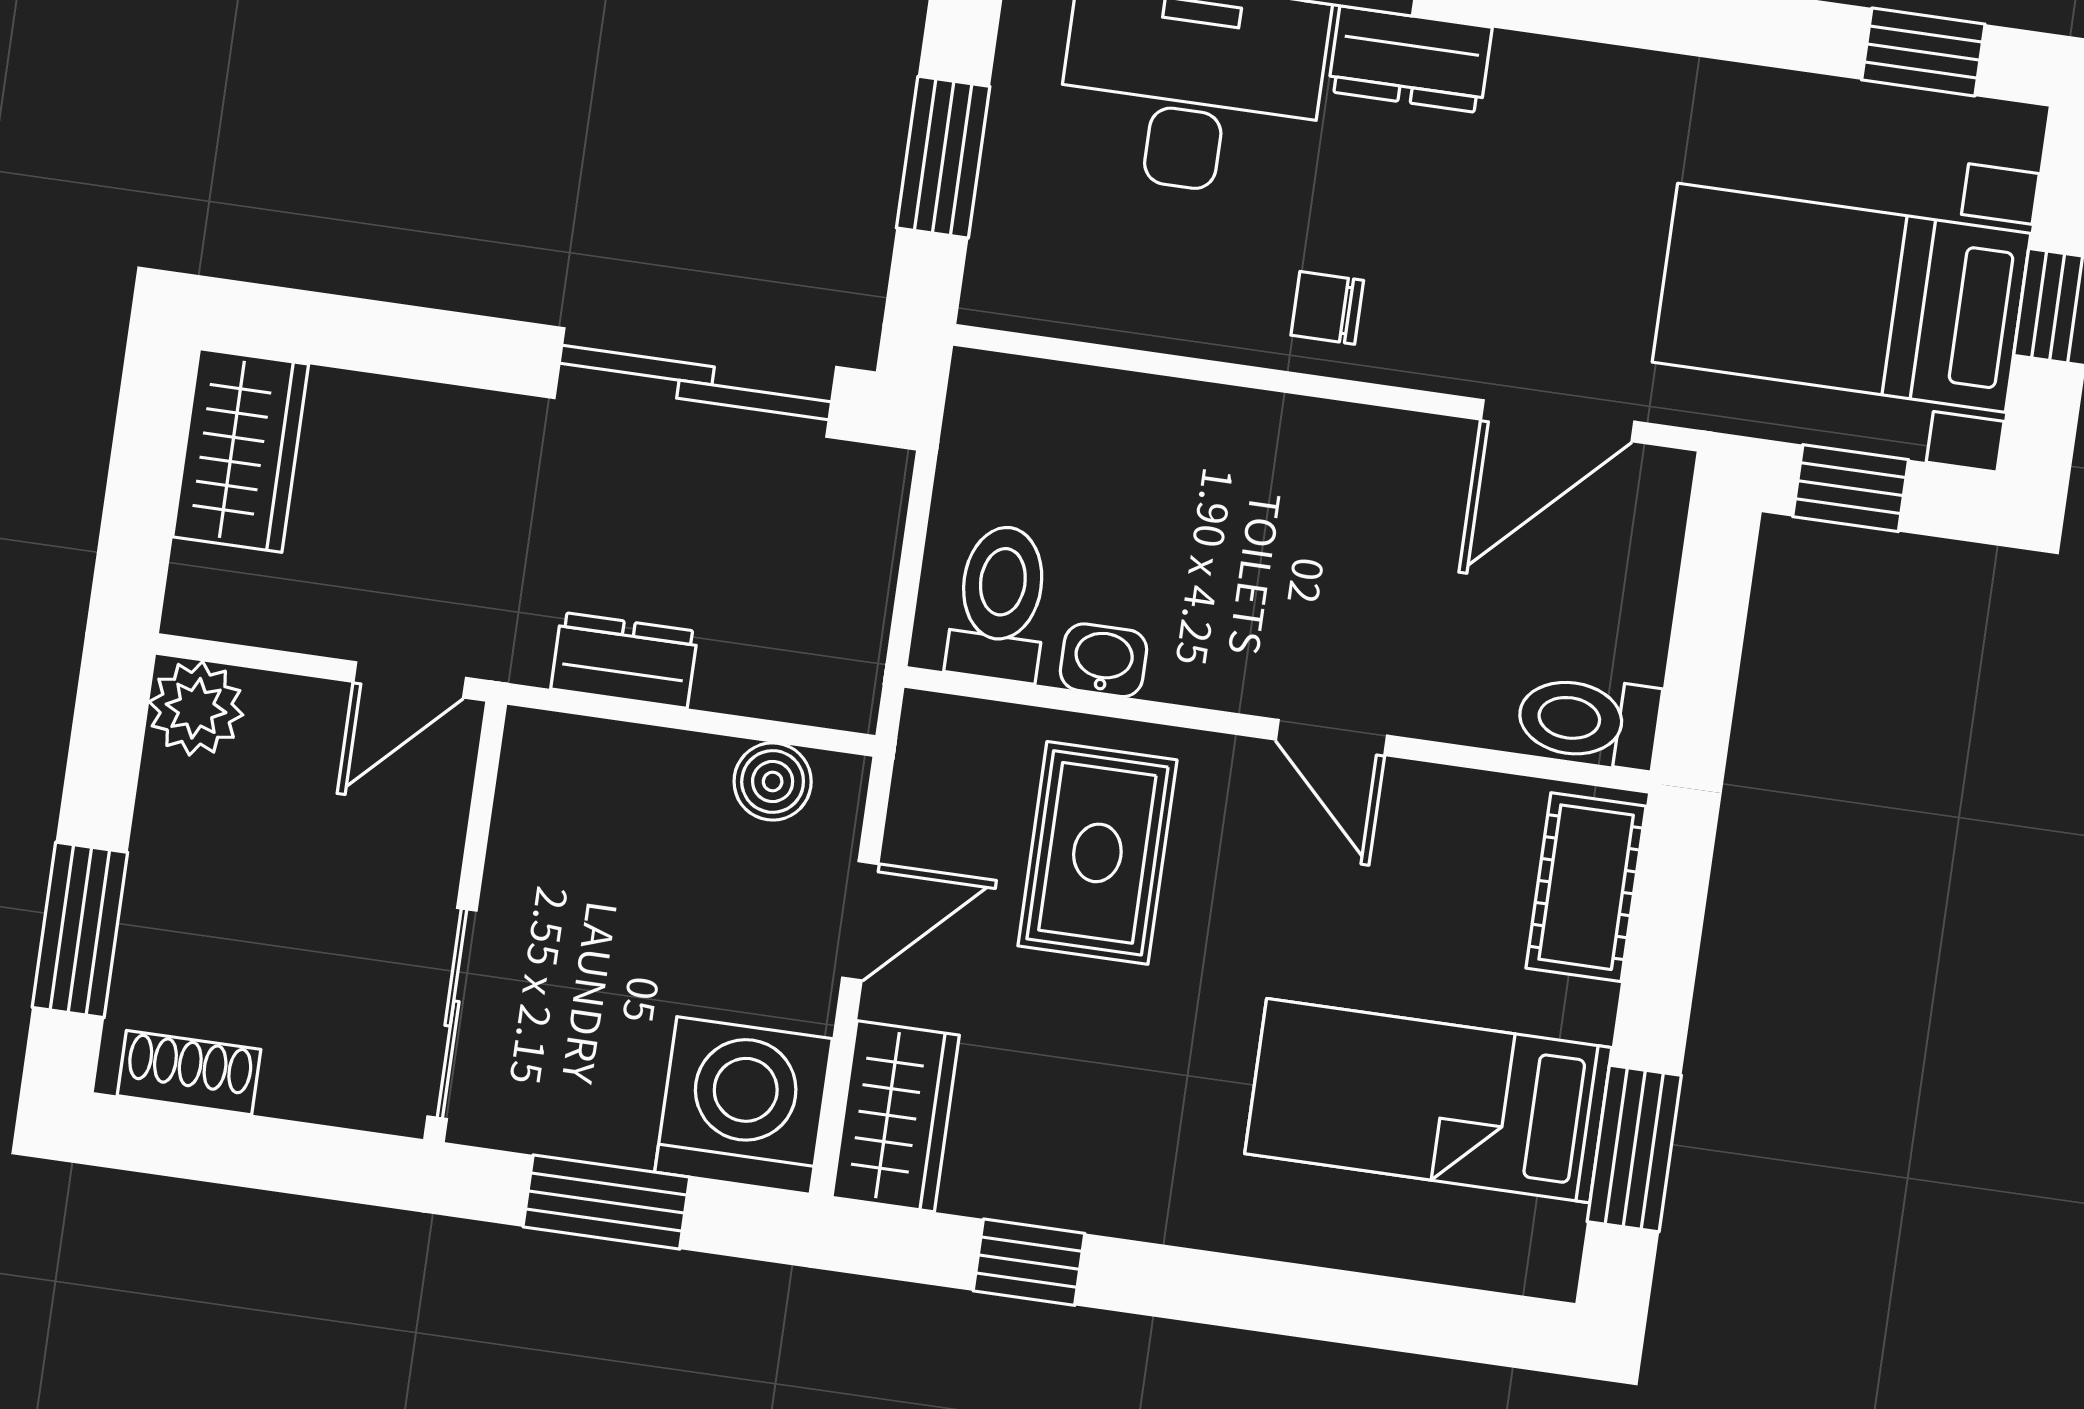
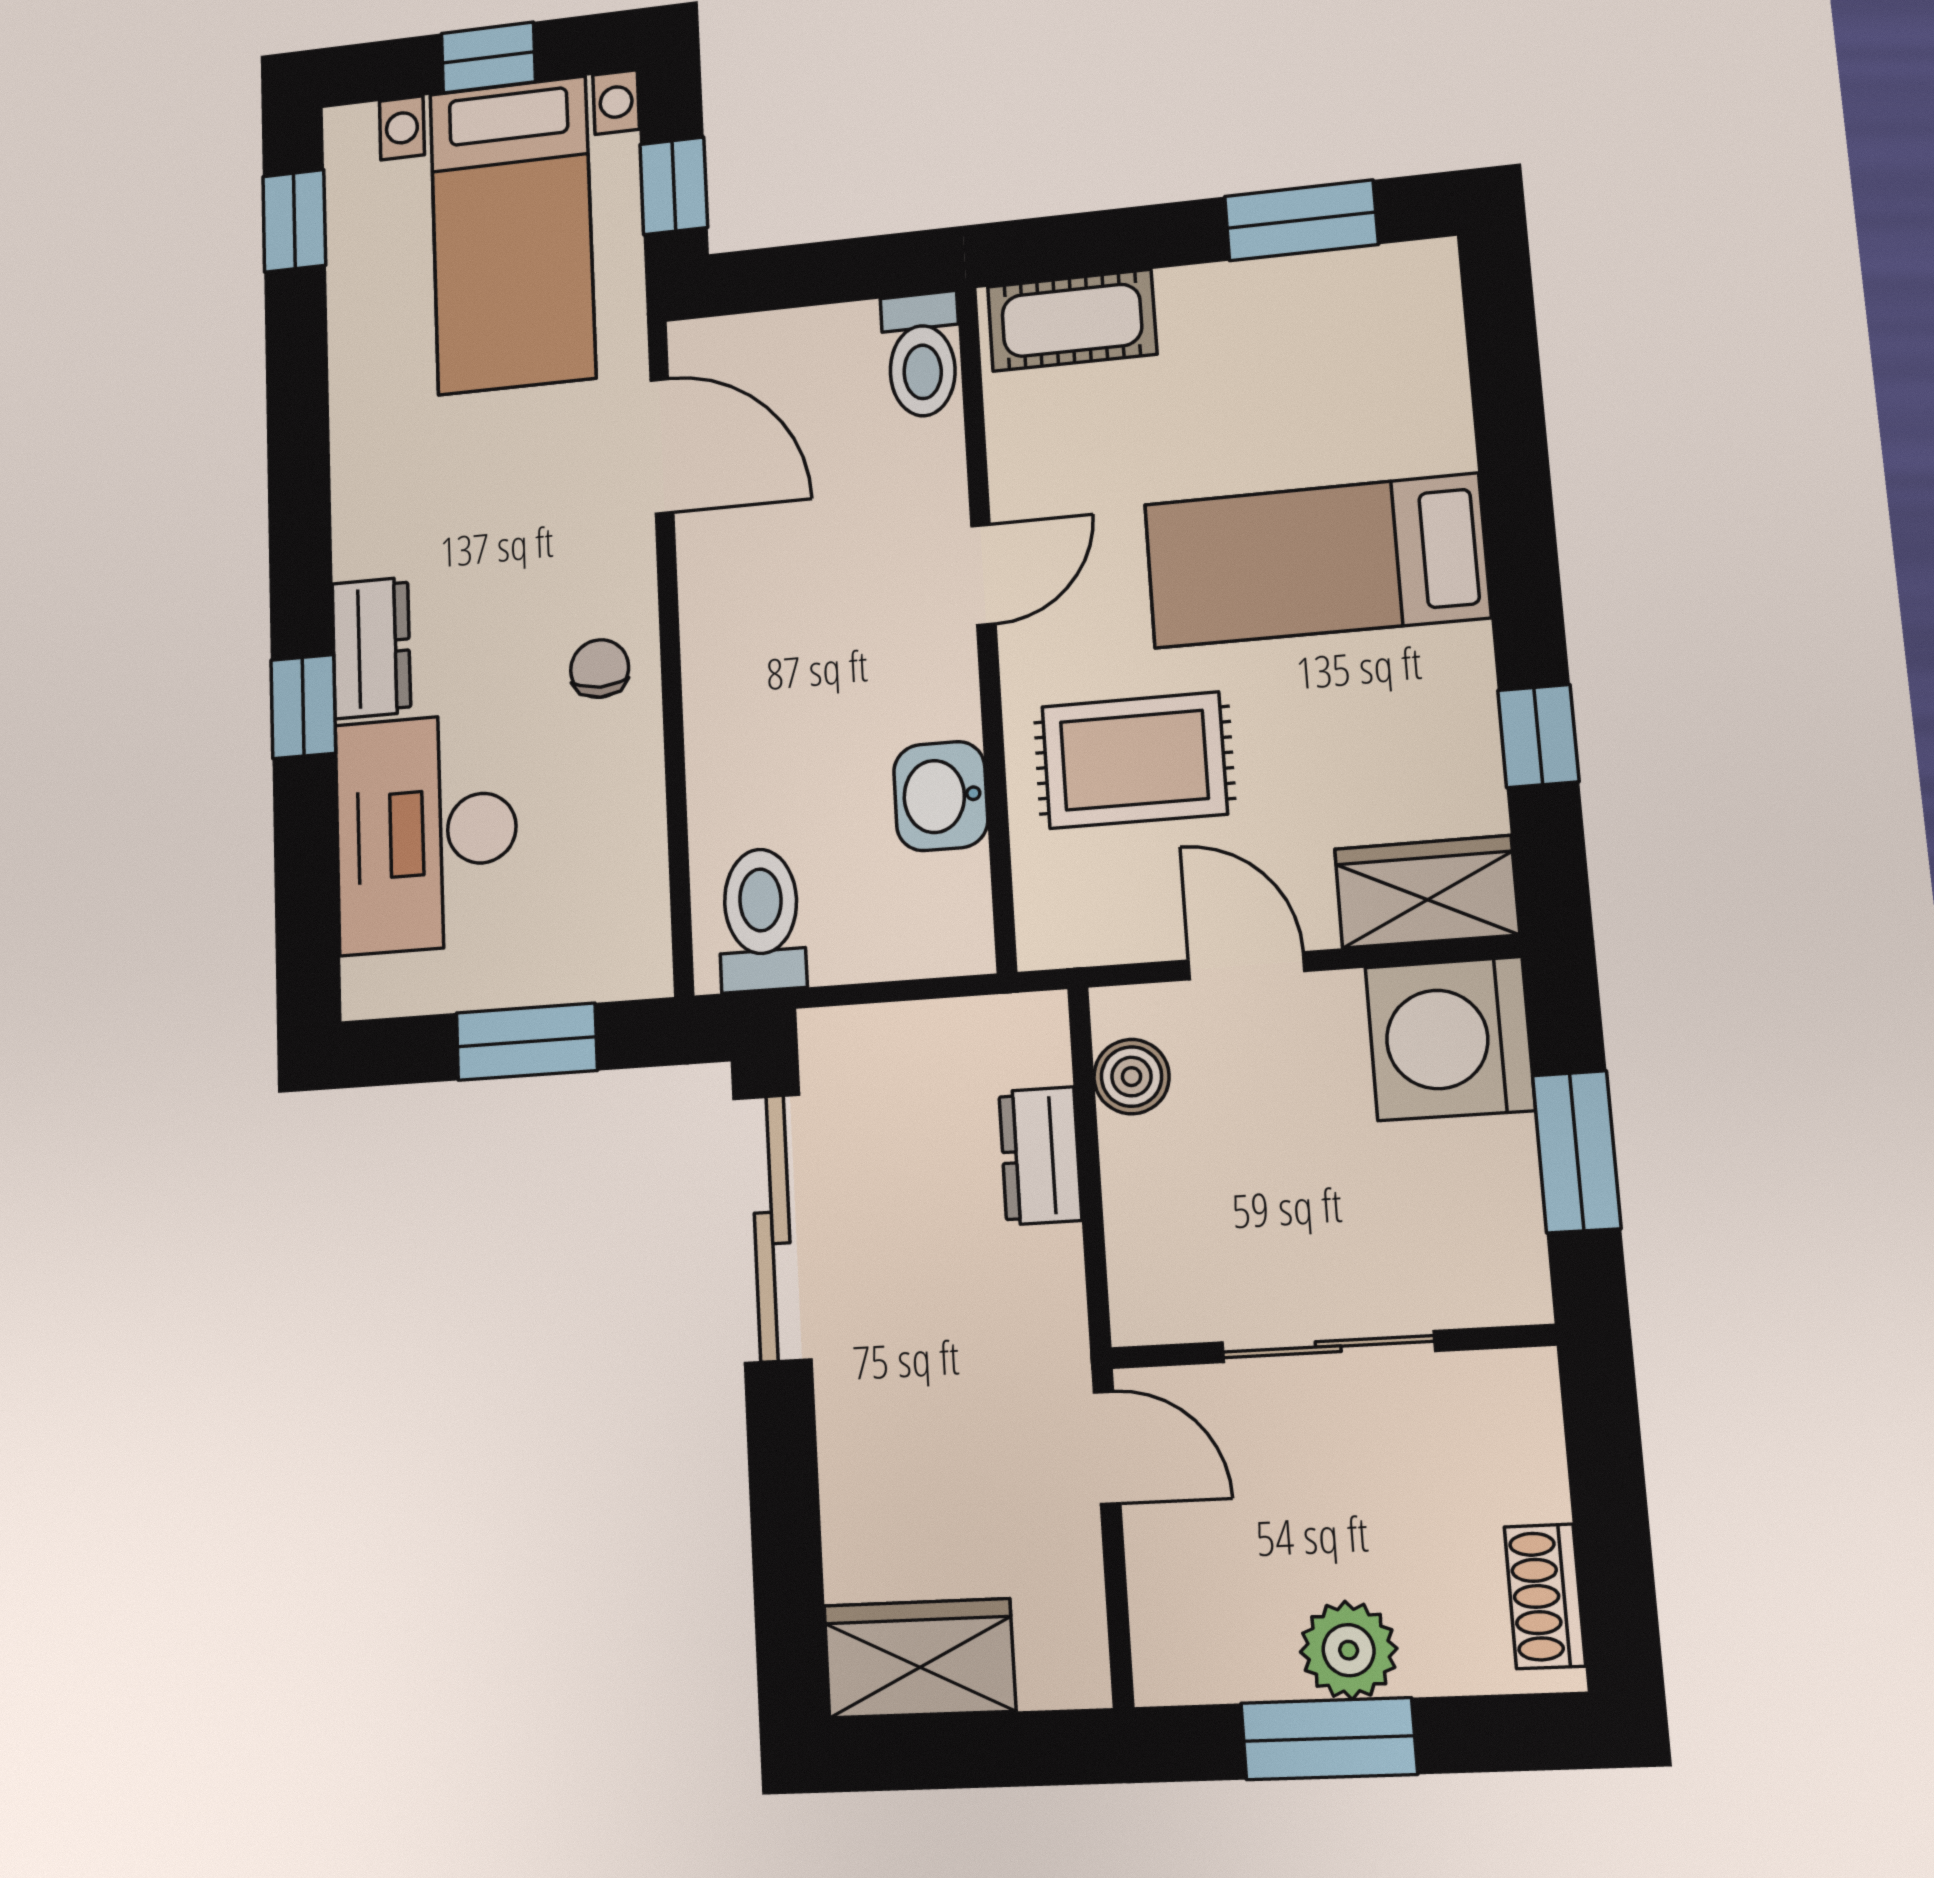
chair: (1327, 308) -> (600, 669), turned 180
toilet: (1000, 603) -> (761, 920), moved, turned 90
dresser: (624, 660) -> (1040, 1156), moved
washbasin: (1103, 660) -> (941, 796), width x1.38, depth x1.45
plant: (196, 708) -> (1349, 1650), moved
window: (80, 930) -> (1329, 1739), moved
sliding door: (452, 1014) -> (1328, 1347), moved
bed: (1428, 1101) -> (1316, 561), moved, turned 90

